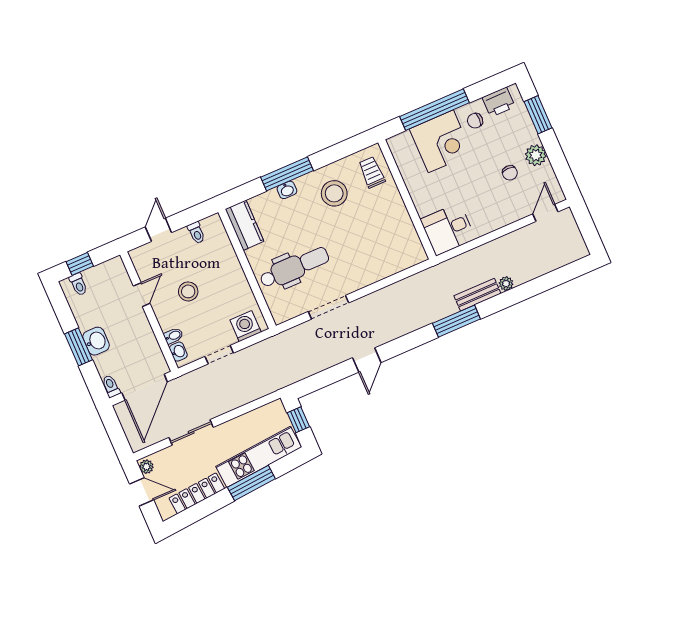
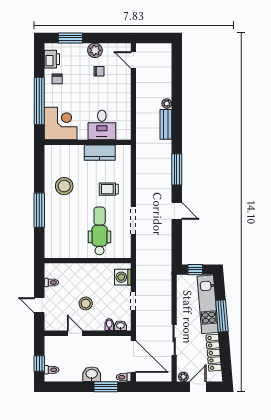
corner desk: (441, 141) -> (61, 123), moved
trolley: (372, 172) -> (109, 189), moved
washbasin: (287, 190) -> (49, 215), removed
kitchen counter: (245, 225) -> (100, 153), moved, turned 180
desk: (448, 229) -> (102, 125), moved
window: (456, 321) -> (177, 169), moved
window: (78, 347) -> (106, 387), moved

